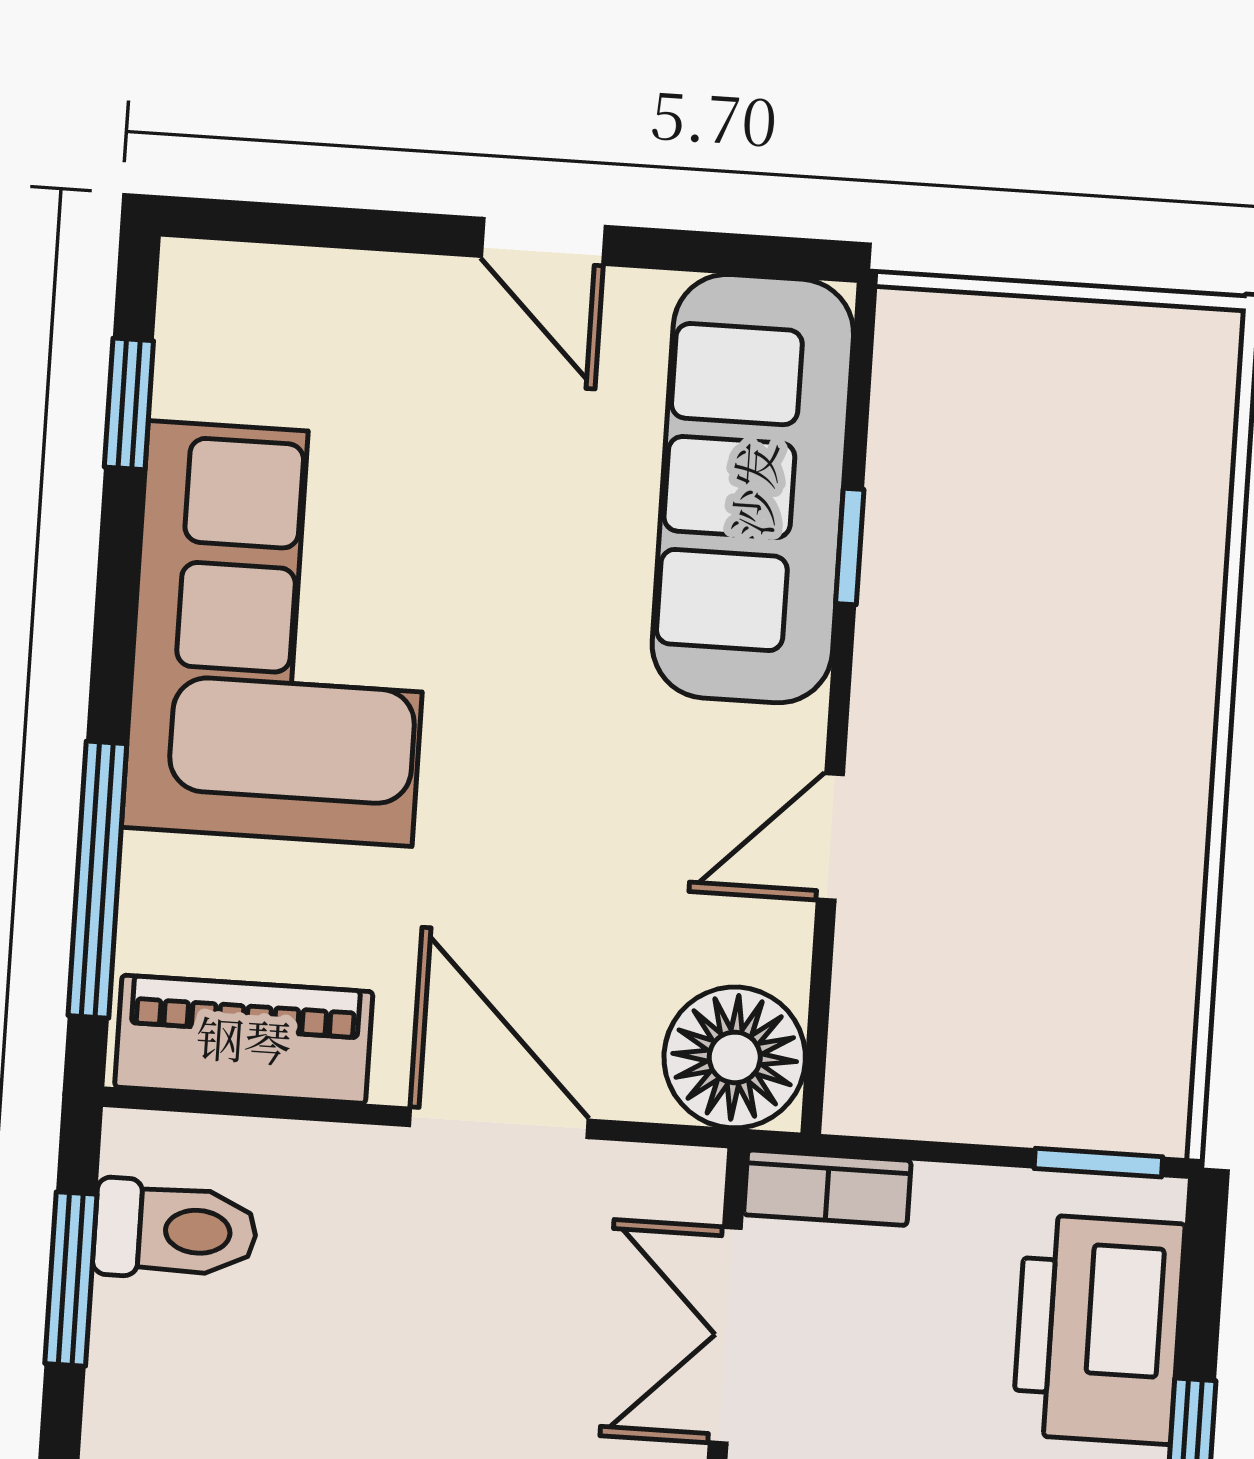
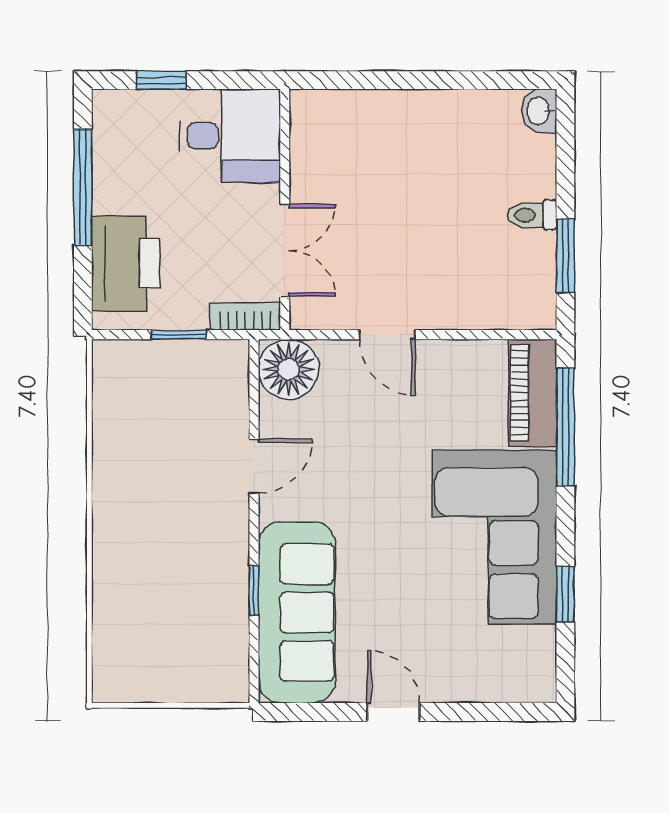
window: (129, 404) -> (565, 594), moved
piano: (244, 1039) -> (533, 393), moved, turned 90
door: (499, 1123) -> (387, 335), width x0.73
window: (1098, 1163) -> (179, 335), moved
toilet: (175, 1230) -> (532, 215), moved, width x0.73, depth x0.72

